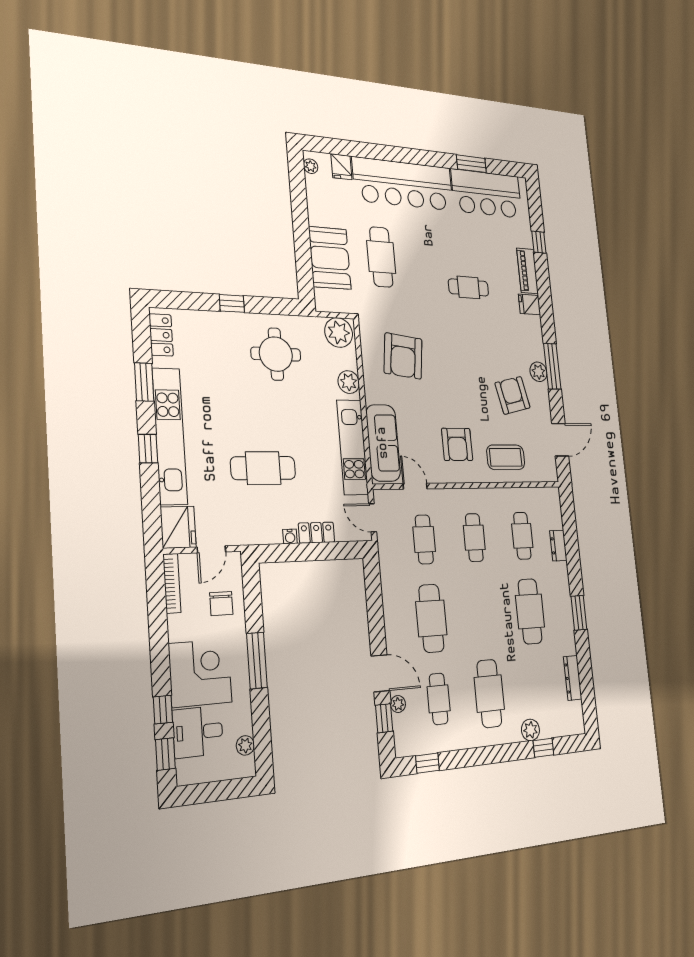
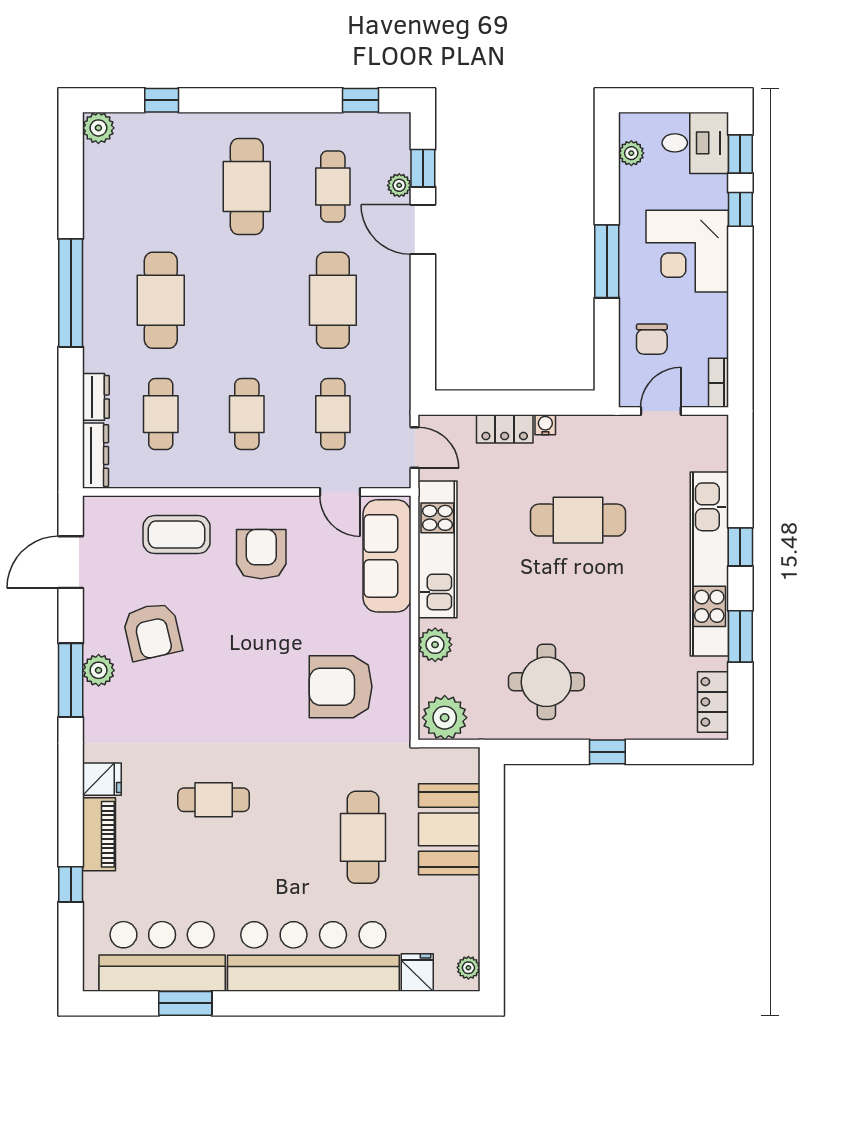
armchair: (403, 356) -> (341, 687), turned -97
fridge: (178, 527) -> (705, 442), removed
bookcase: (172, 583) -> (718, 383), width x0.64
chair: (221, 604) -> (652, 339), turned 180
window: (579, 613) -> (71, 293), width x2.11
dresser: (573, 678) -> (96, 456), moved
plant: (530, 730) -> (98, 128), moved
desk: (198, 732) -> (695, 143), moved

